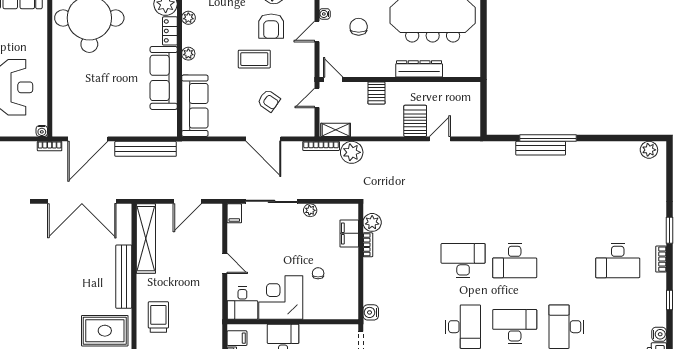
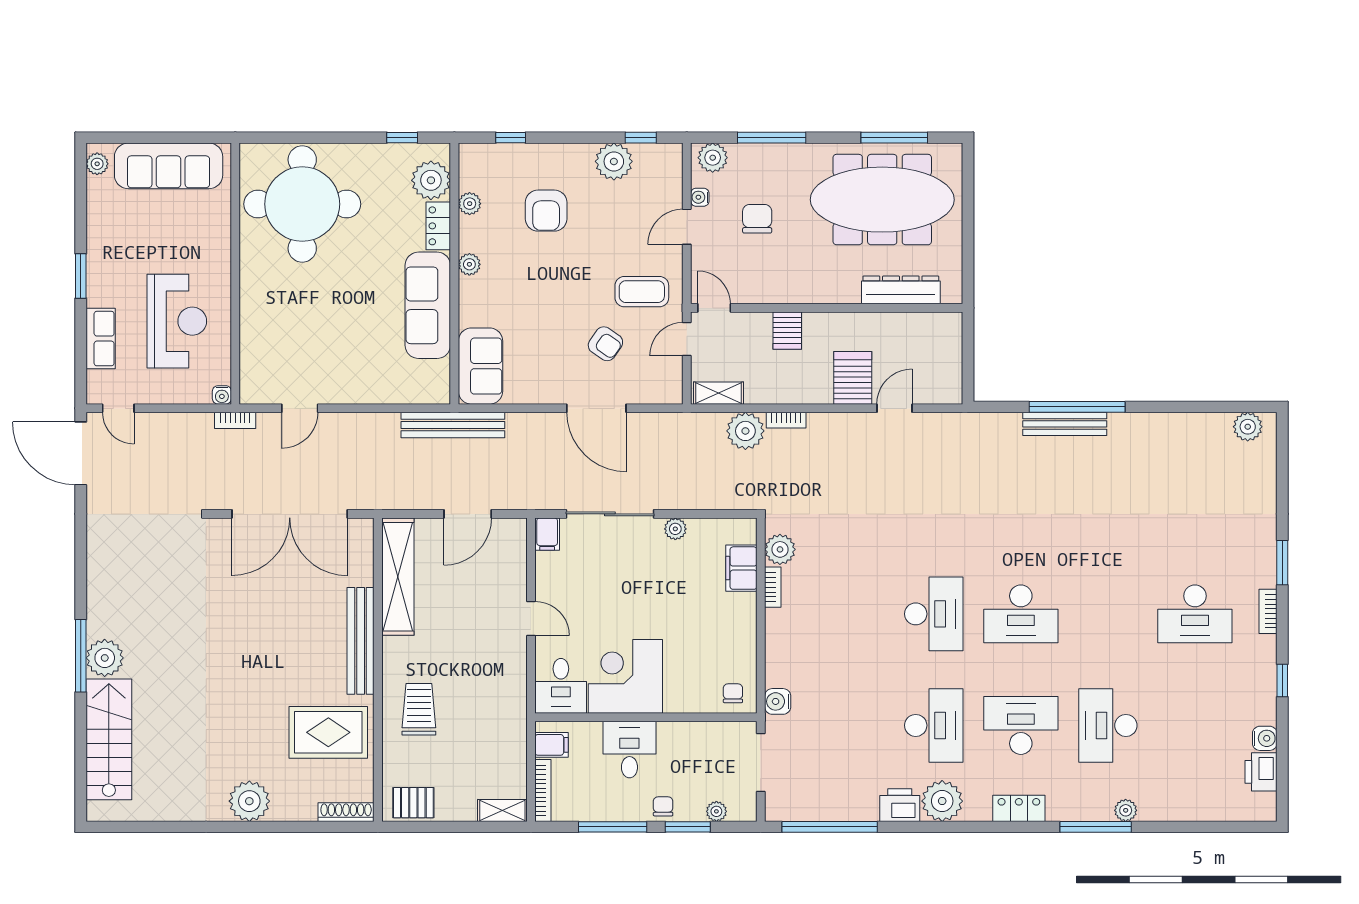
armchair: (271, 26) -> (546, 211), moved
coffee table: (254, 59) -> (642, 292), moved
dresser: (419, 69) -> (901, 290), moved
sofa: (195, 106) -> (480, 366), width x0.73
door: (88, 139) -> (300, 408), width x0.53
bookcase: (321, 146) -> (786, 420), moved, width x0.64
bench: (146, 149) -> (453, 425), moved
desk: (463, 261) -> (934, 614), turned 90
chair: (318, 273) -> (733, 693), moved

